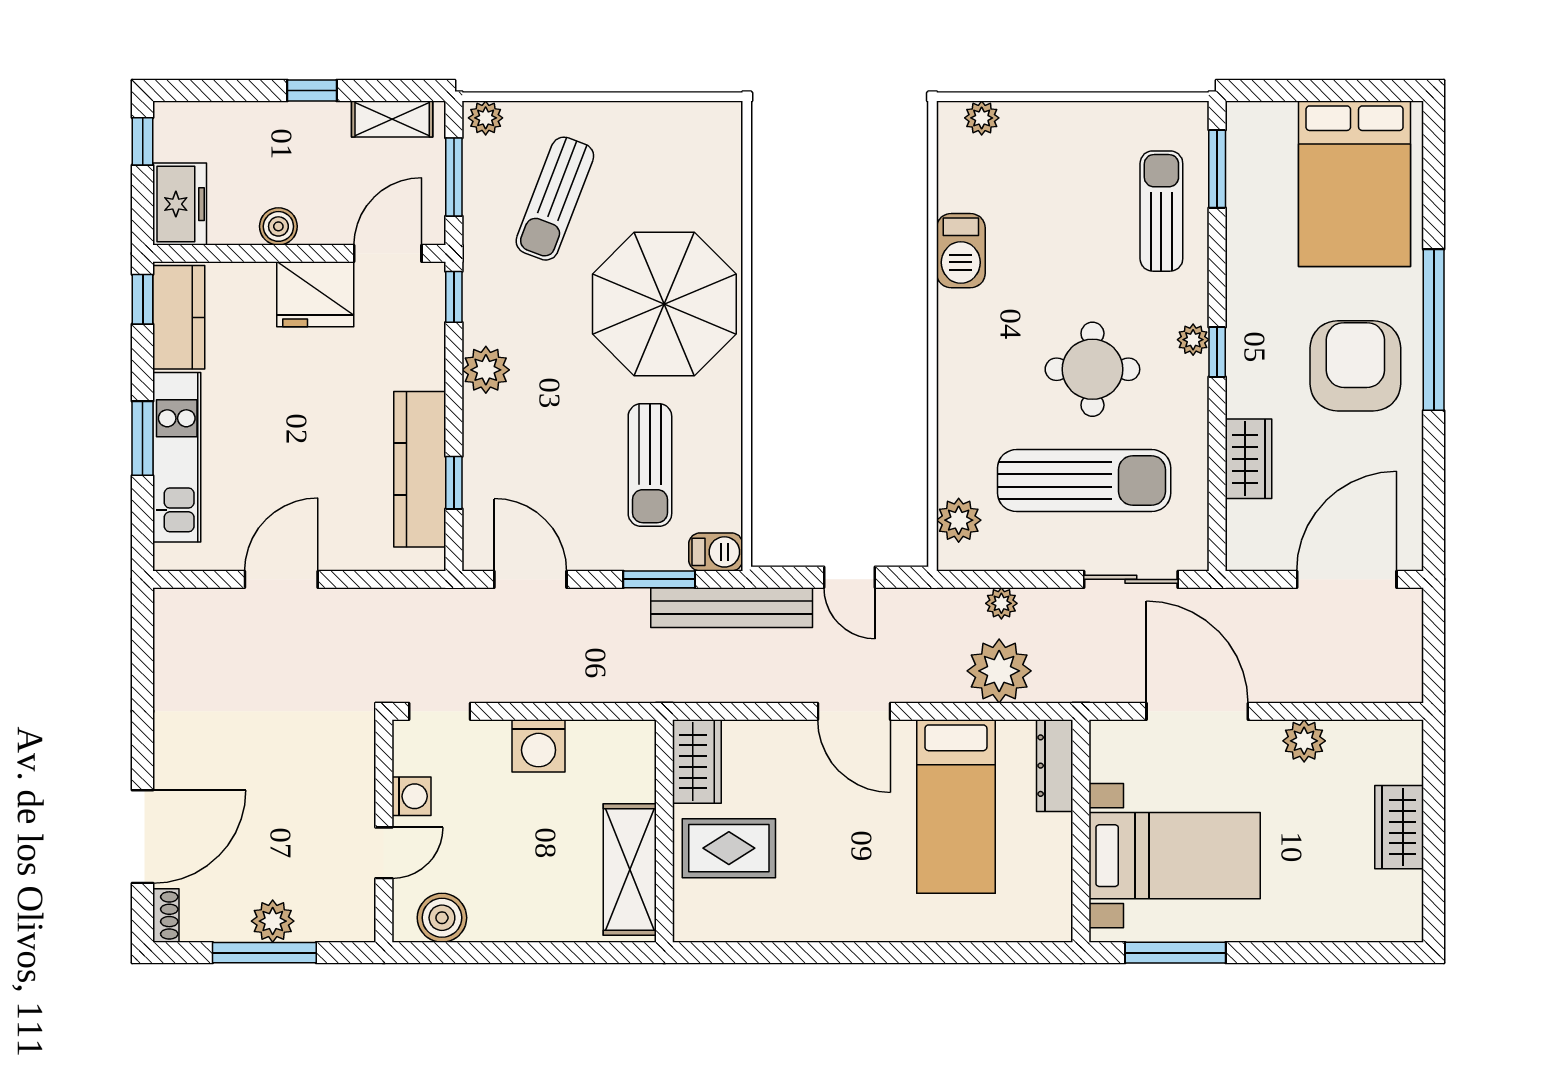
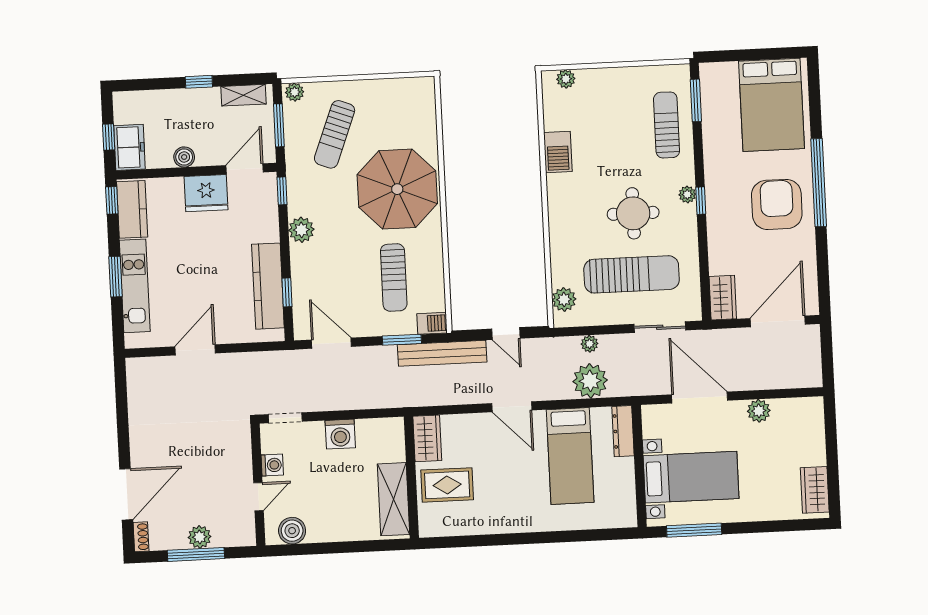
window: (143, 141) -> (109, 137), moved
wardrobe: (1248, 459) -> (723, 298), moved
wardrobe: (1399, 827) -> (815, 490), moved

